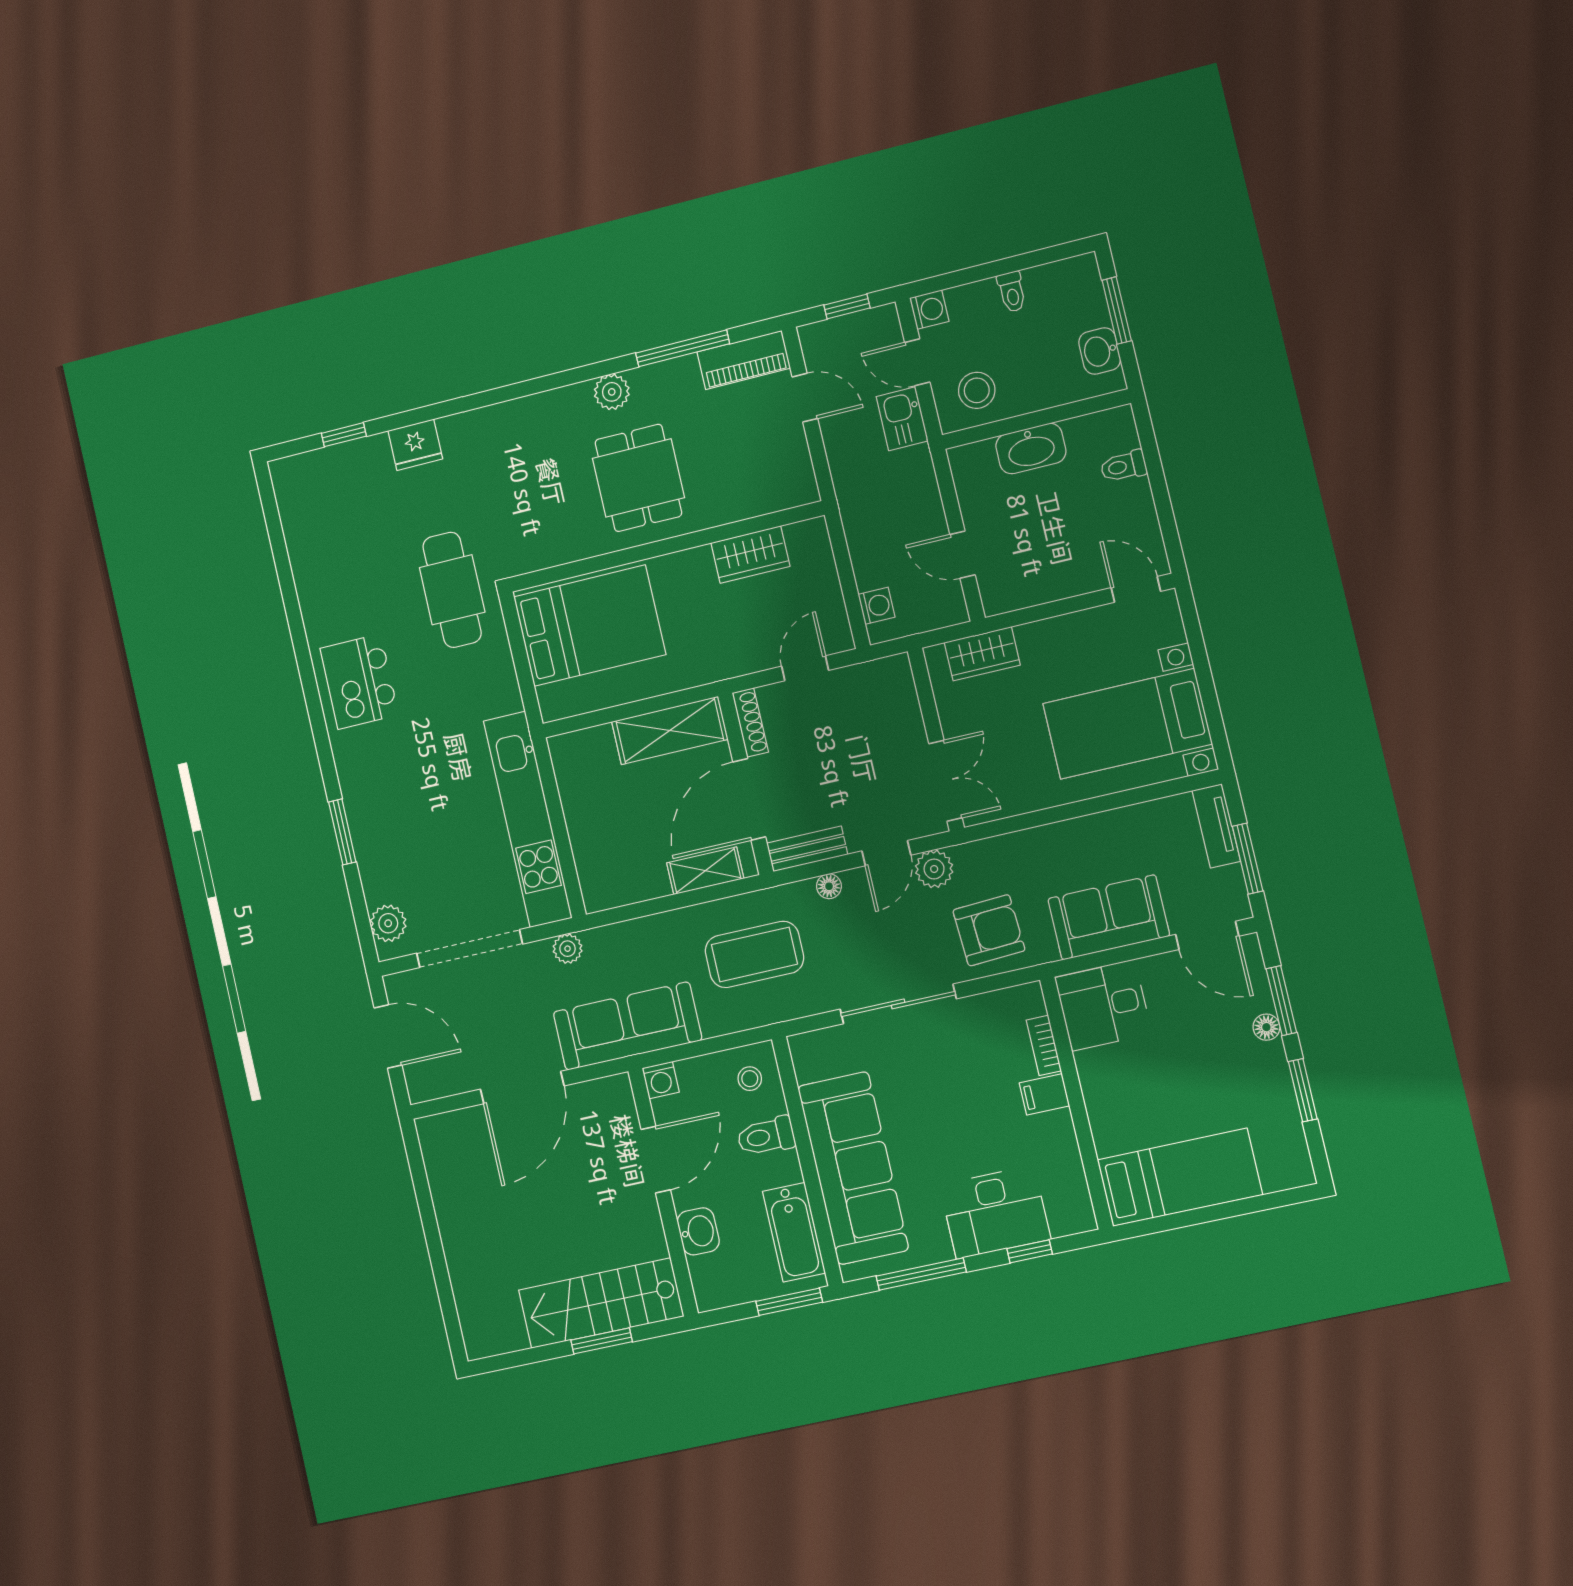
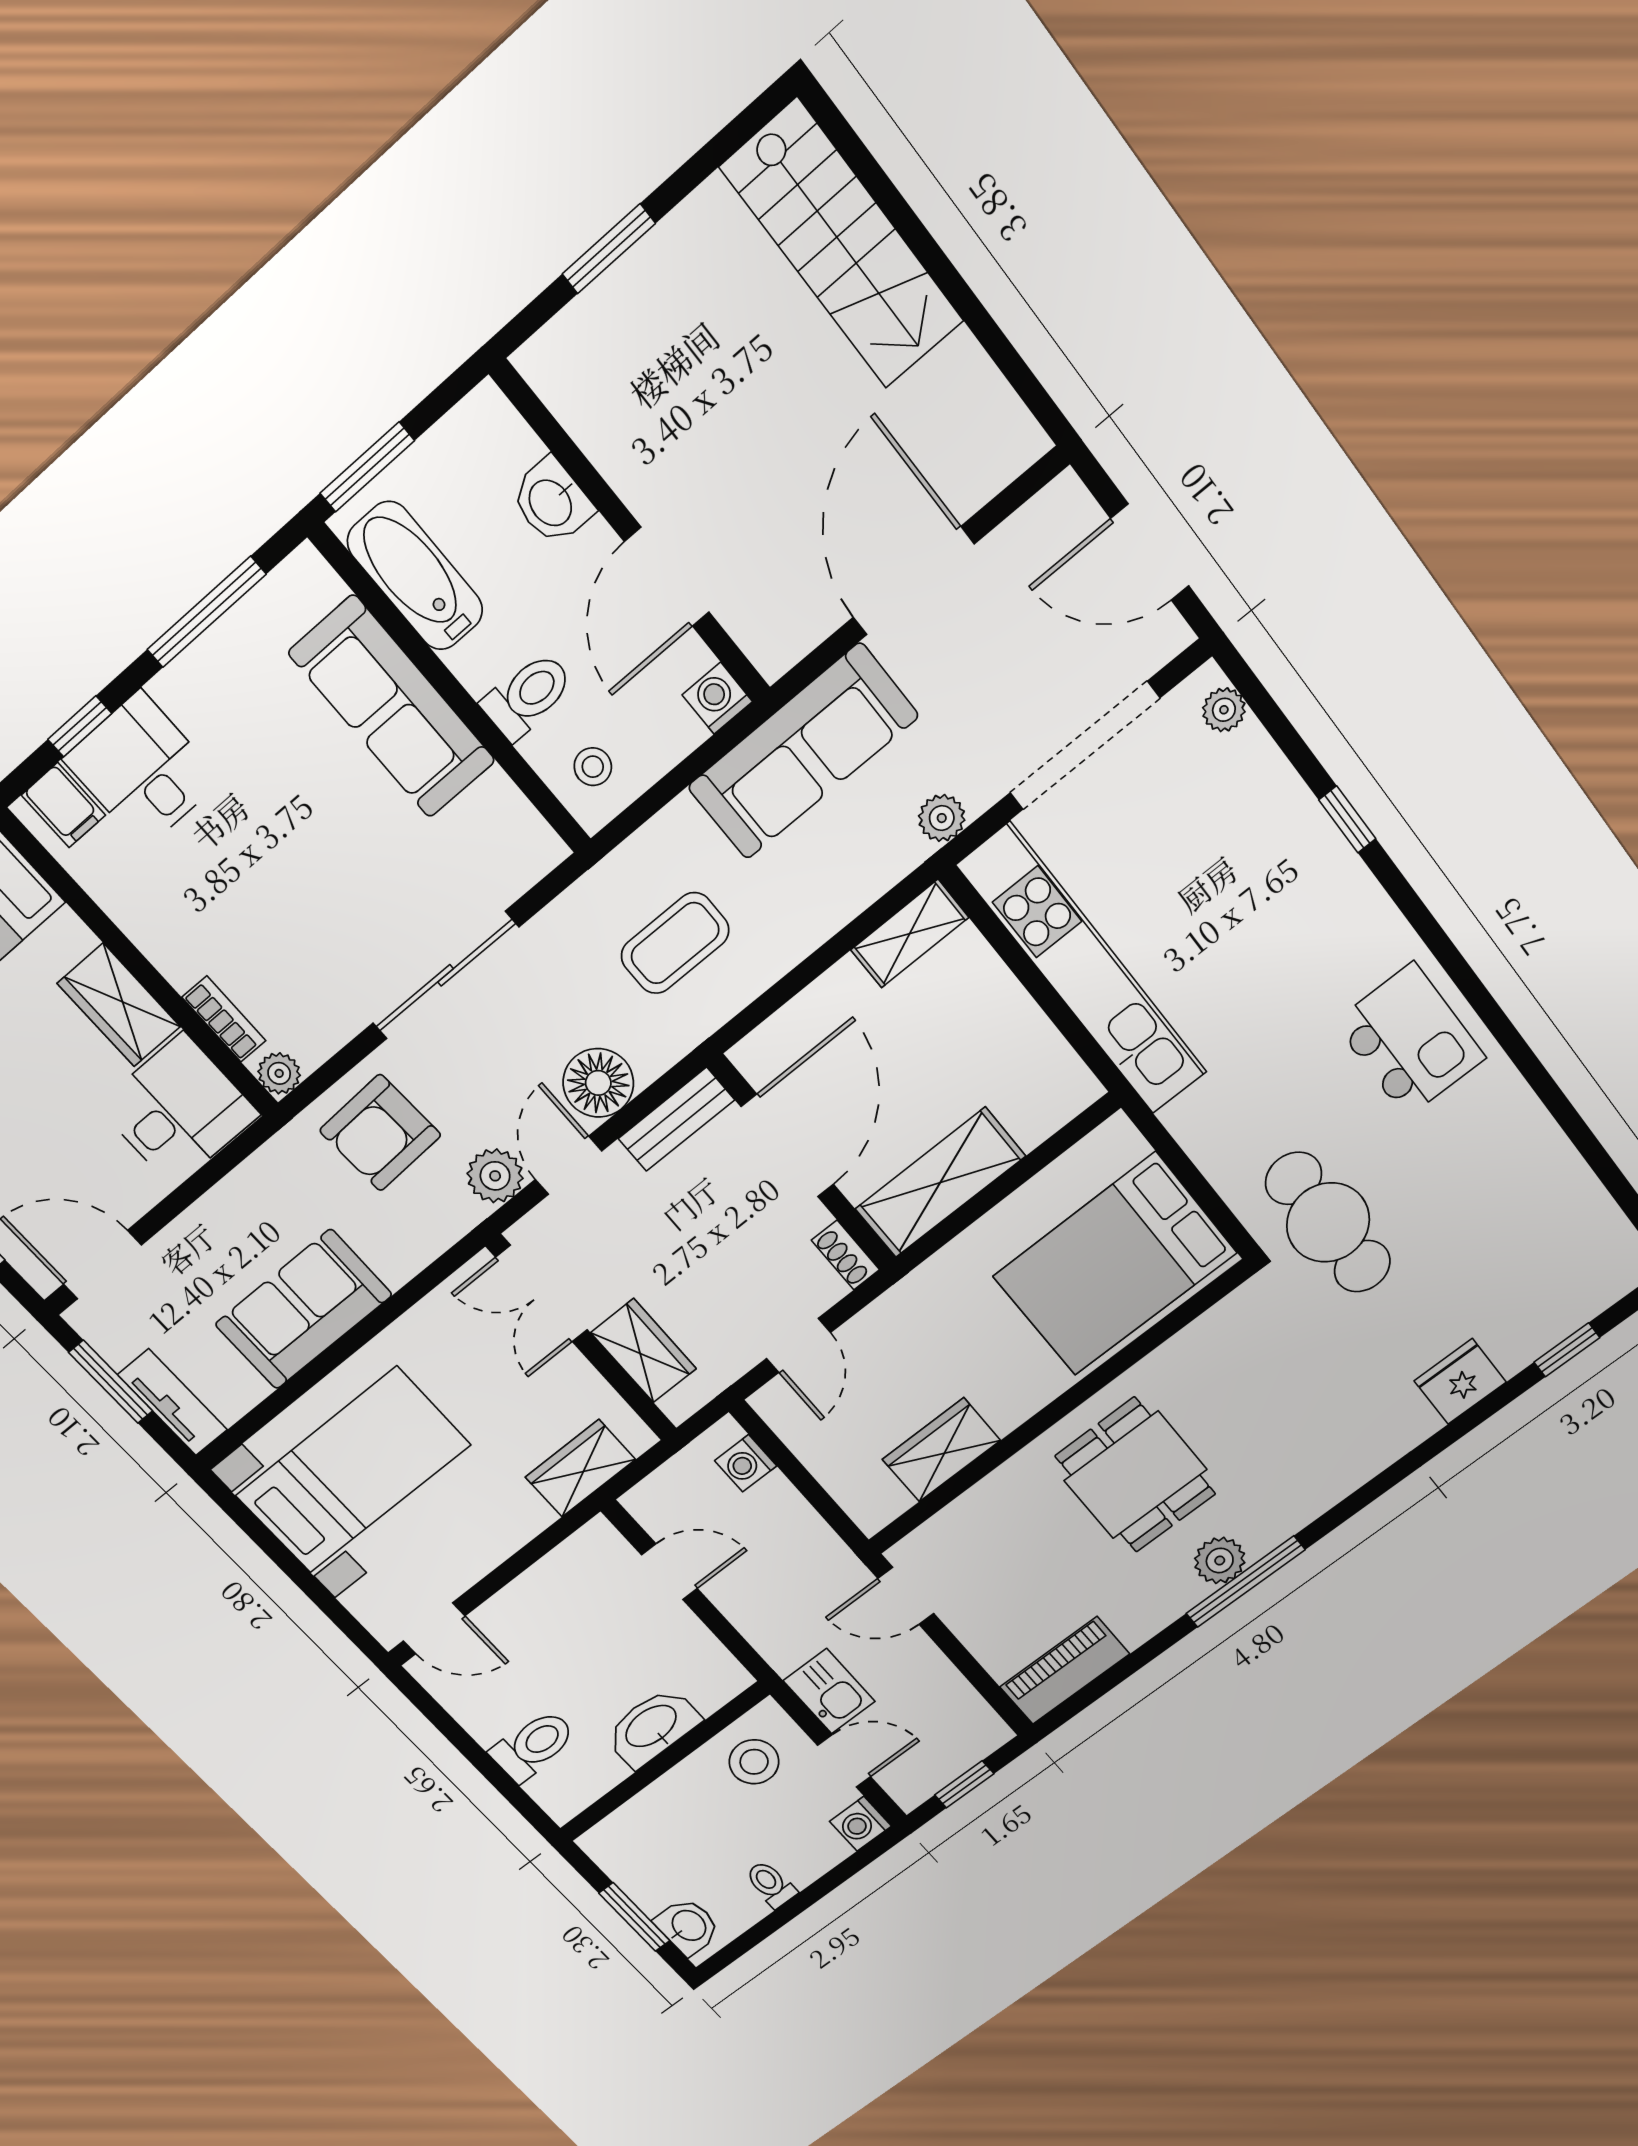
window: (683, 348) -> (1245, 1582), moved
washbasin: (1100, 351) -> (688, 1926), moved
door: (805, 398) -> (906, 1596), moved
toilet: (1124, 466) -> (533, 1746), width x1.37, depth x1.39
wardrobe: (902, 712) -> (644, 1351), added
shoe rack: (750, 722) -> (845, 1255), width x0.70
window: (342, 832) -> (1347, 819), width x0.67
shelving: (705, 871) -> (910, 934), moved
floor lamp: (829, 886) -> (598, 1083), width x1.89, depth x1.89
sofa: (1109, 917) -> (303, 1310), moved, turned 180
plant: (388, 923) -> (1224, 710), width x0.73, depth x0.73
coffee table: (754, 954) -> (675, 943), width x0.73, depth x0.76
plant: (1029, 997) -> (279, 1073), added
wardrobe: (1102, 1085) -> (119, 1005), added
filing cabinet: (1044, 1094) -> (63, 805), moved, turned 90
sofa: (853, 1168) -> (392, 707), width x0.74, depth x0.79
desk: (995, 1212) -> (142, 770), width x0.73
stairs: (601, 1303) -> (842, 245), moved, turned 90

